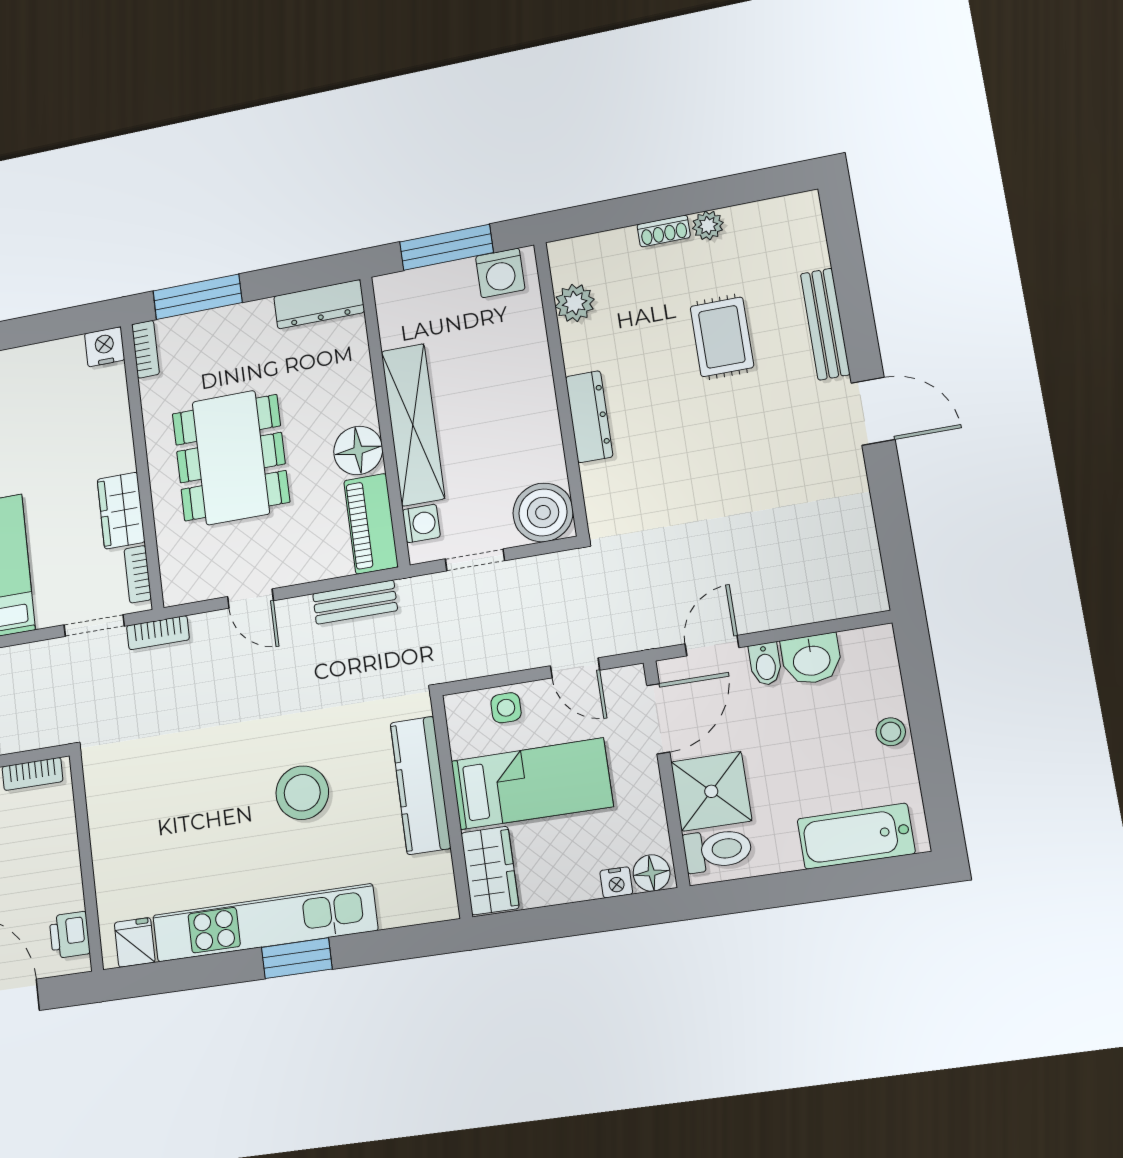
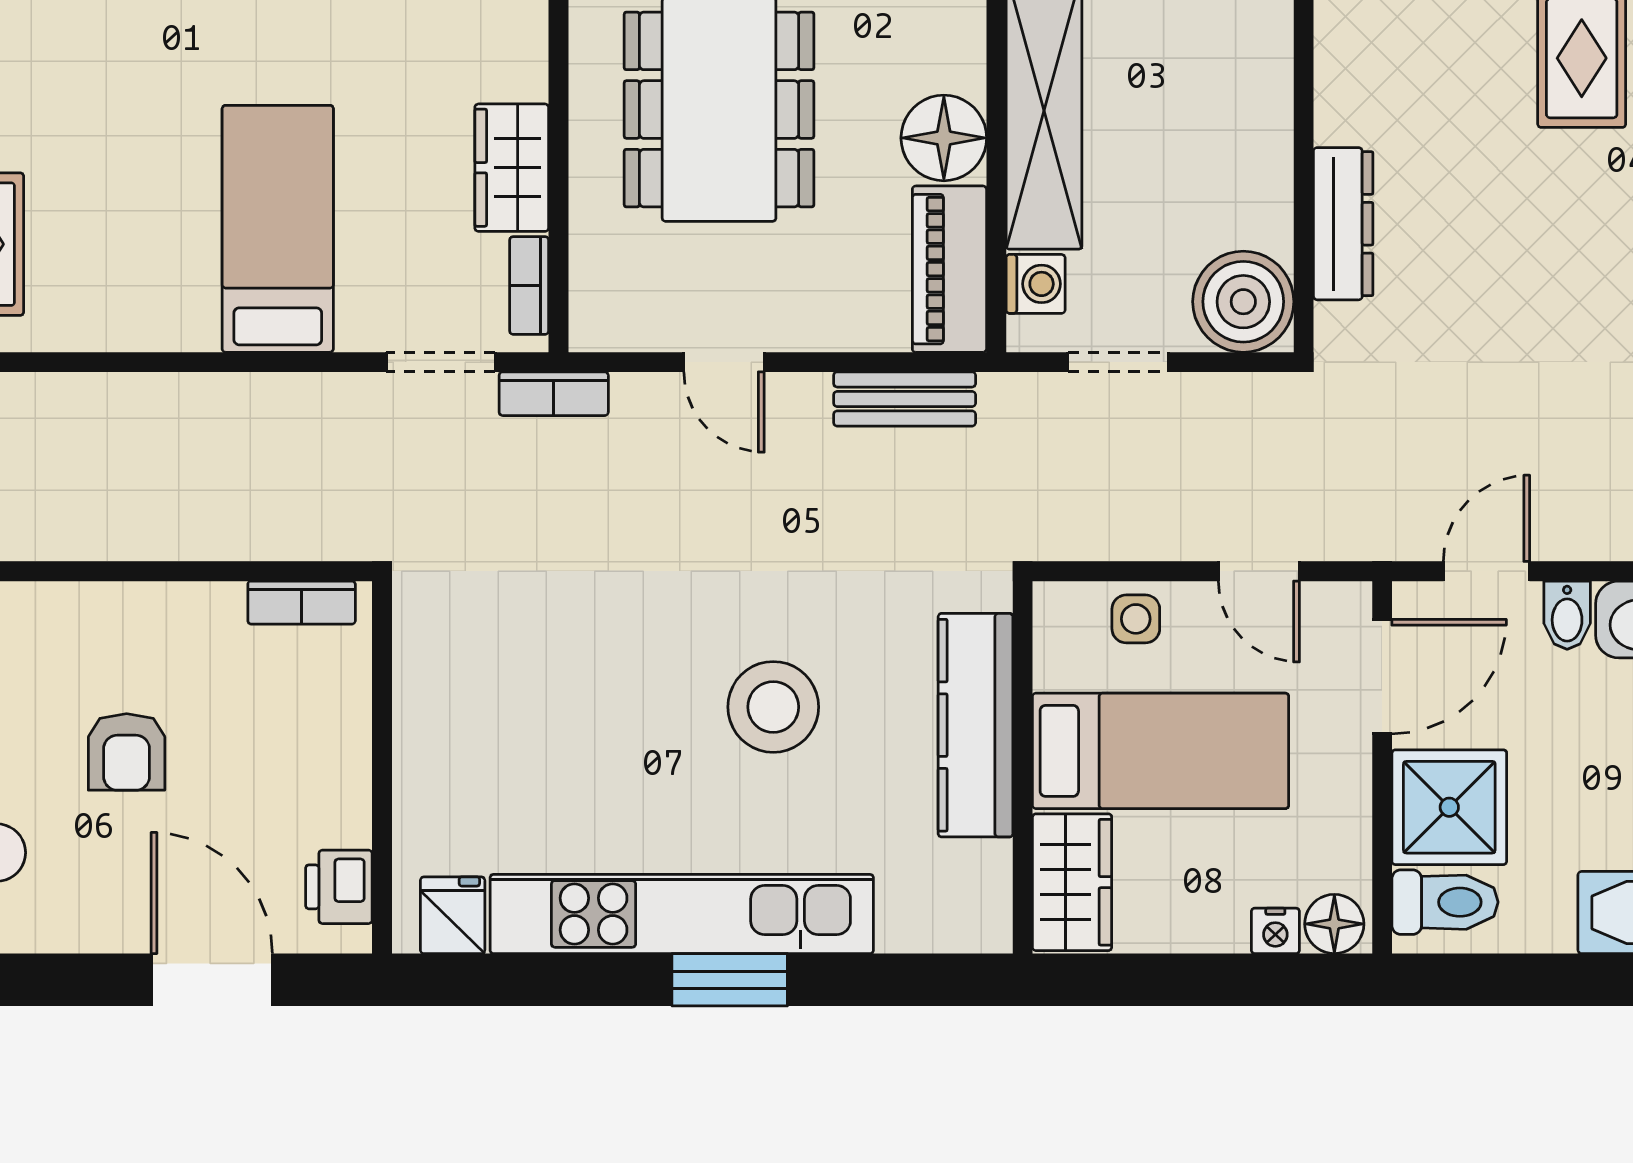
dresser: (589, 417) -> (1343, 224), moved

